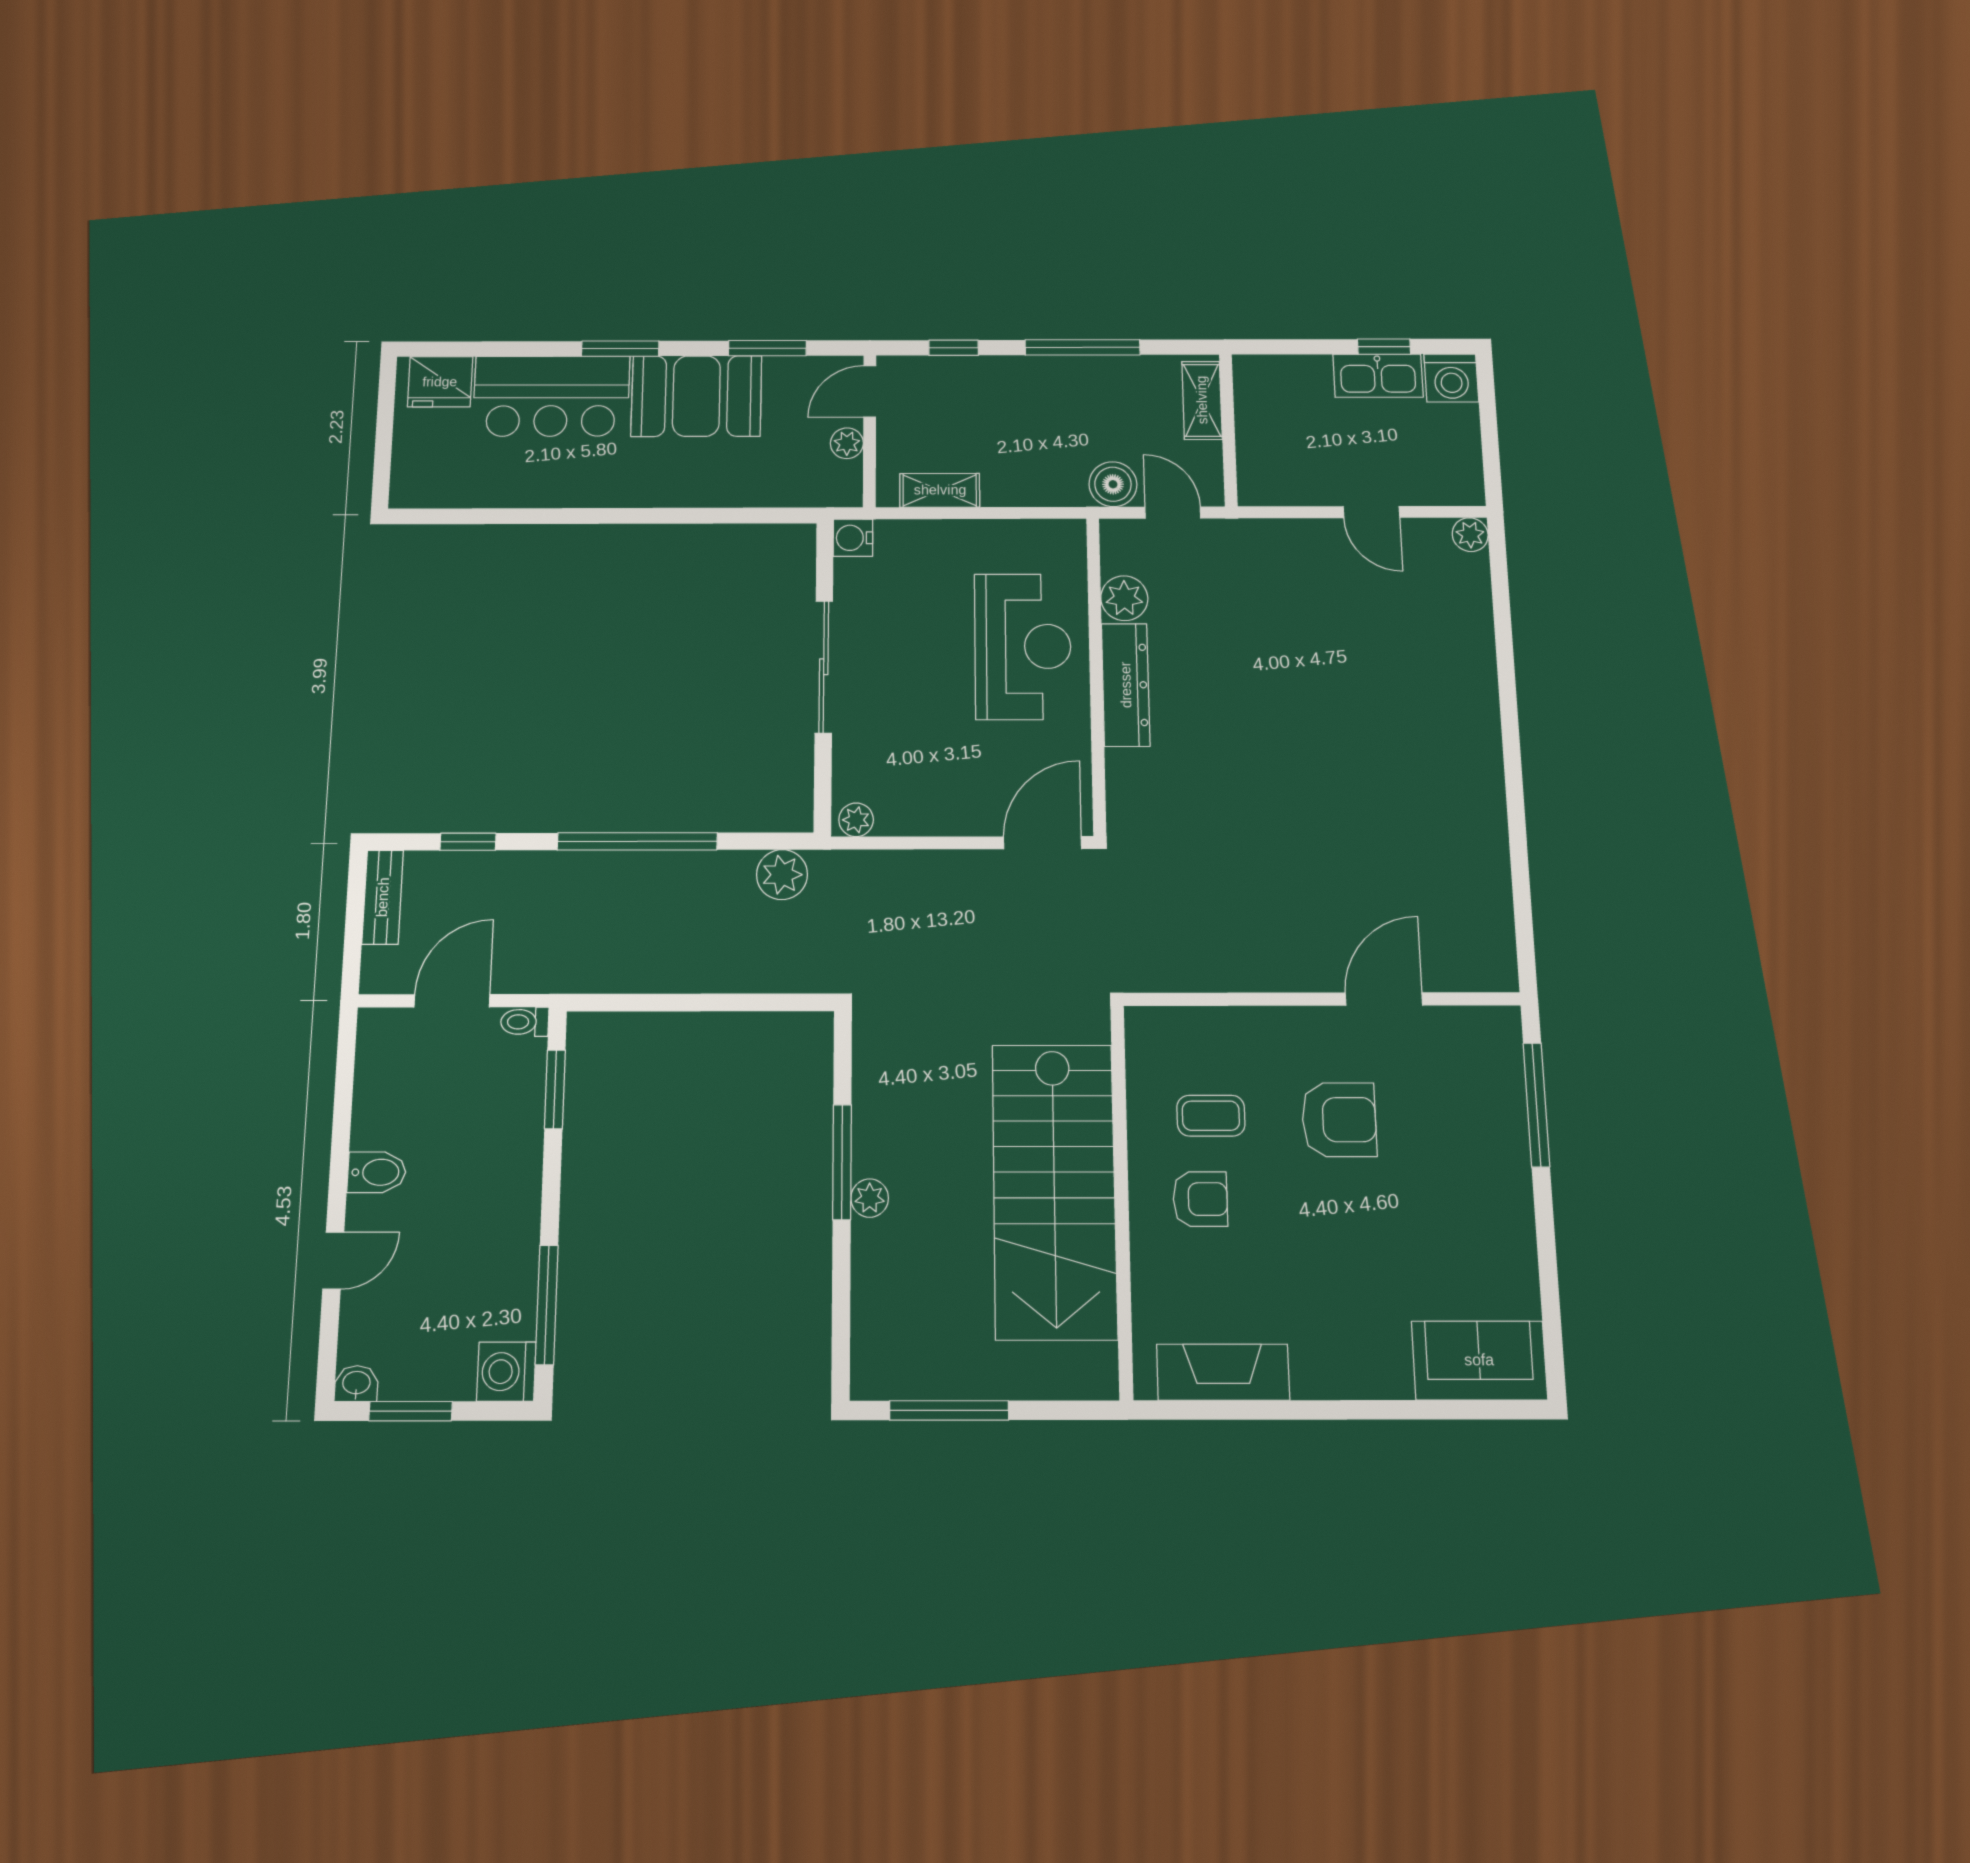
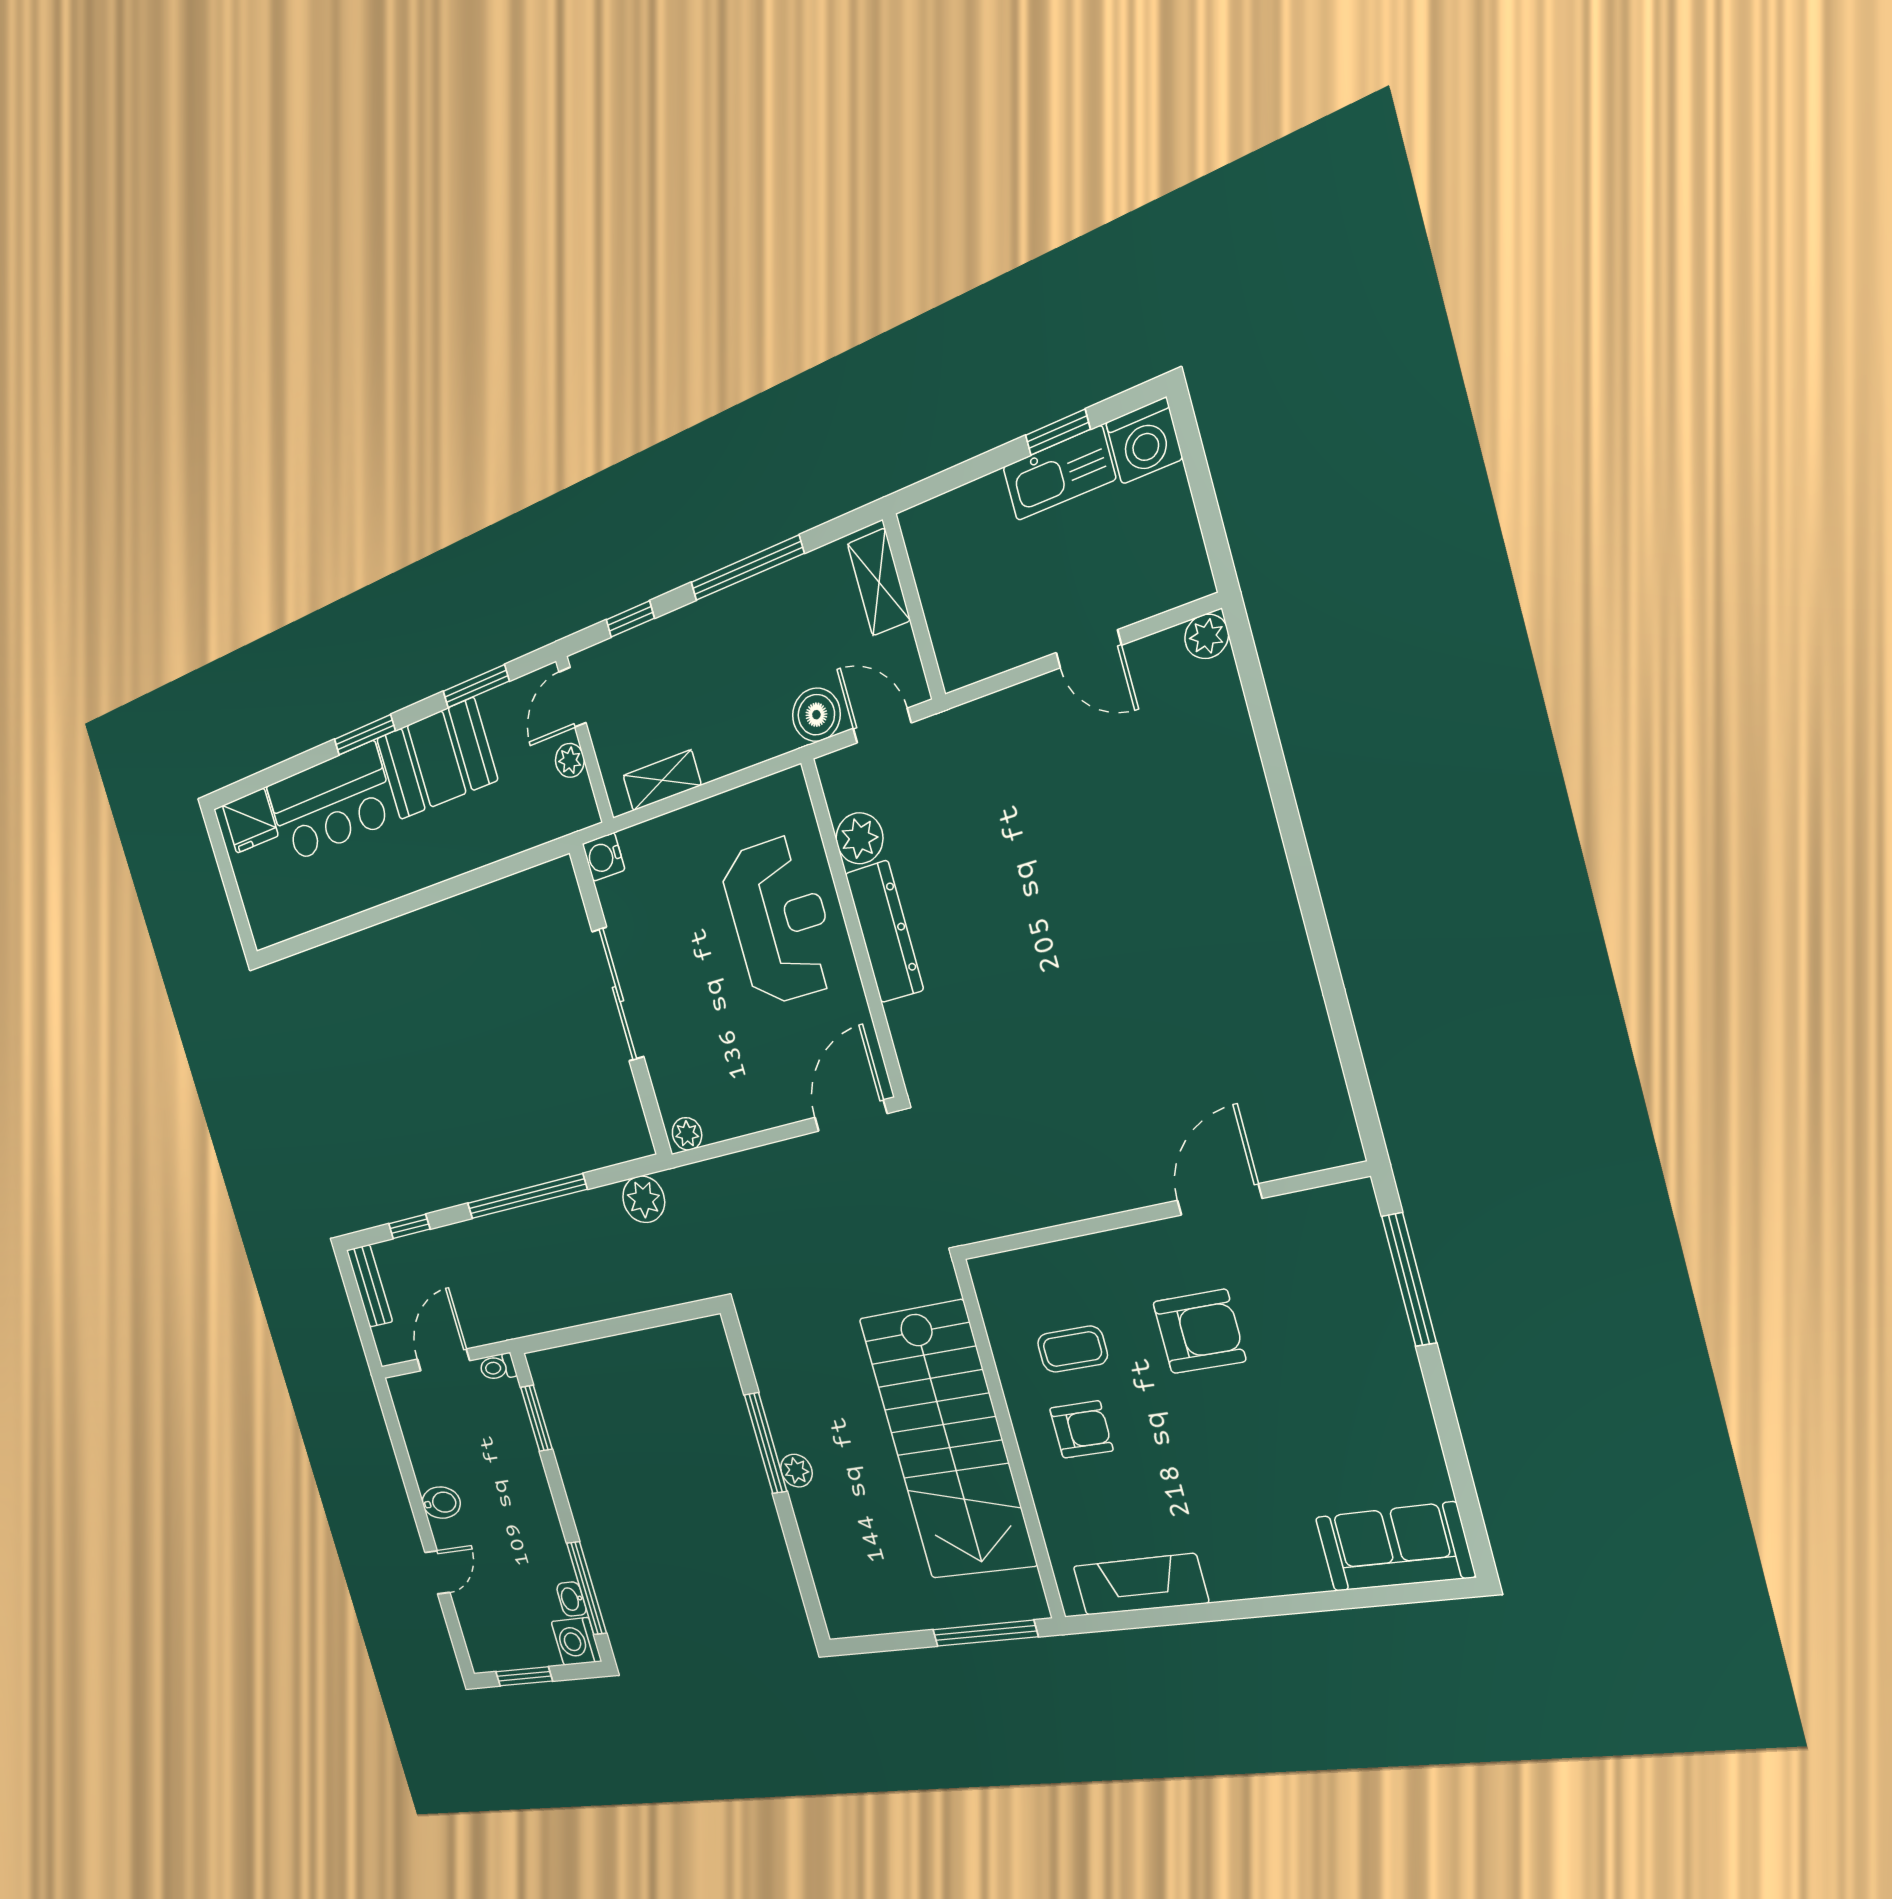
washbasin: (356, 1384) -> (572, 1599), moved, turned -90
window: (949, 1410) -> (985, 1633), moved

